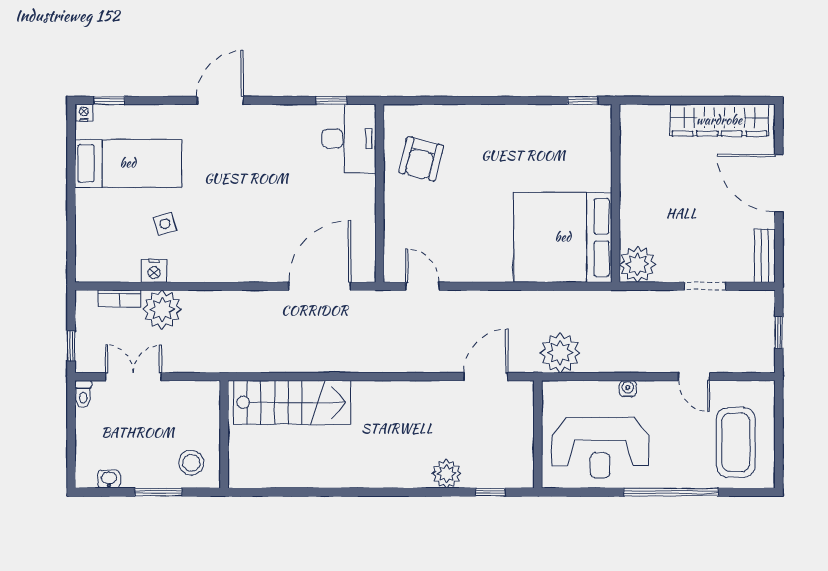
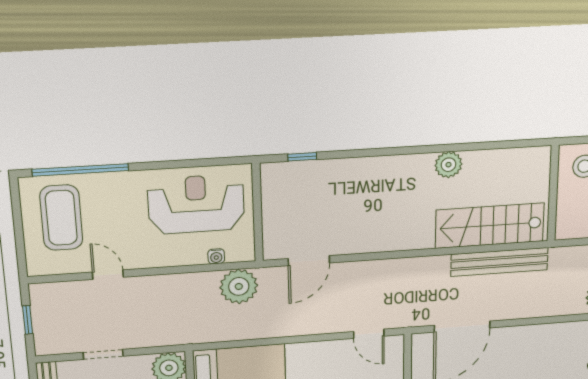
bench: (280, 360) -> (499, 262), added
water cooler: (628, 389) -> (216, 256), moved
plant: (447, 474) -> (448, 165), moved
window: (671, 492) -> (80, 170), moved

